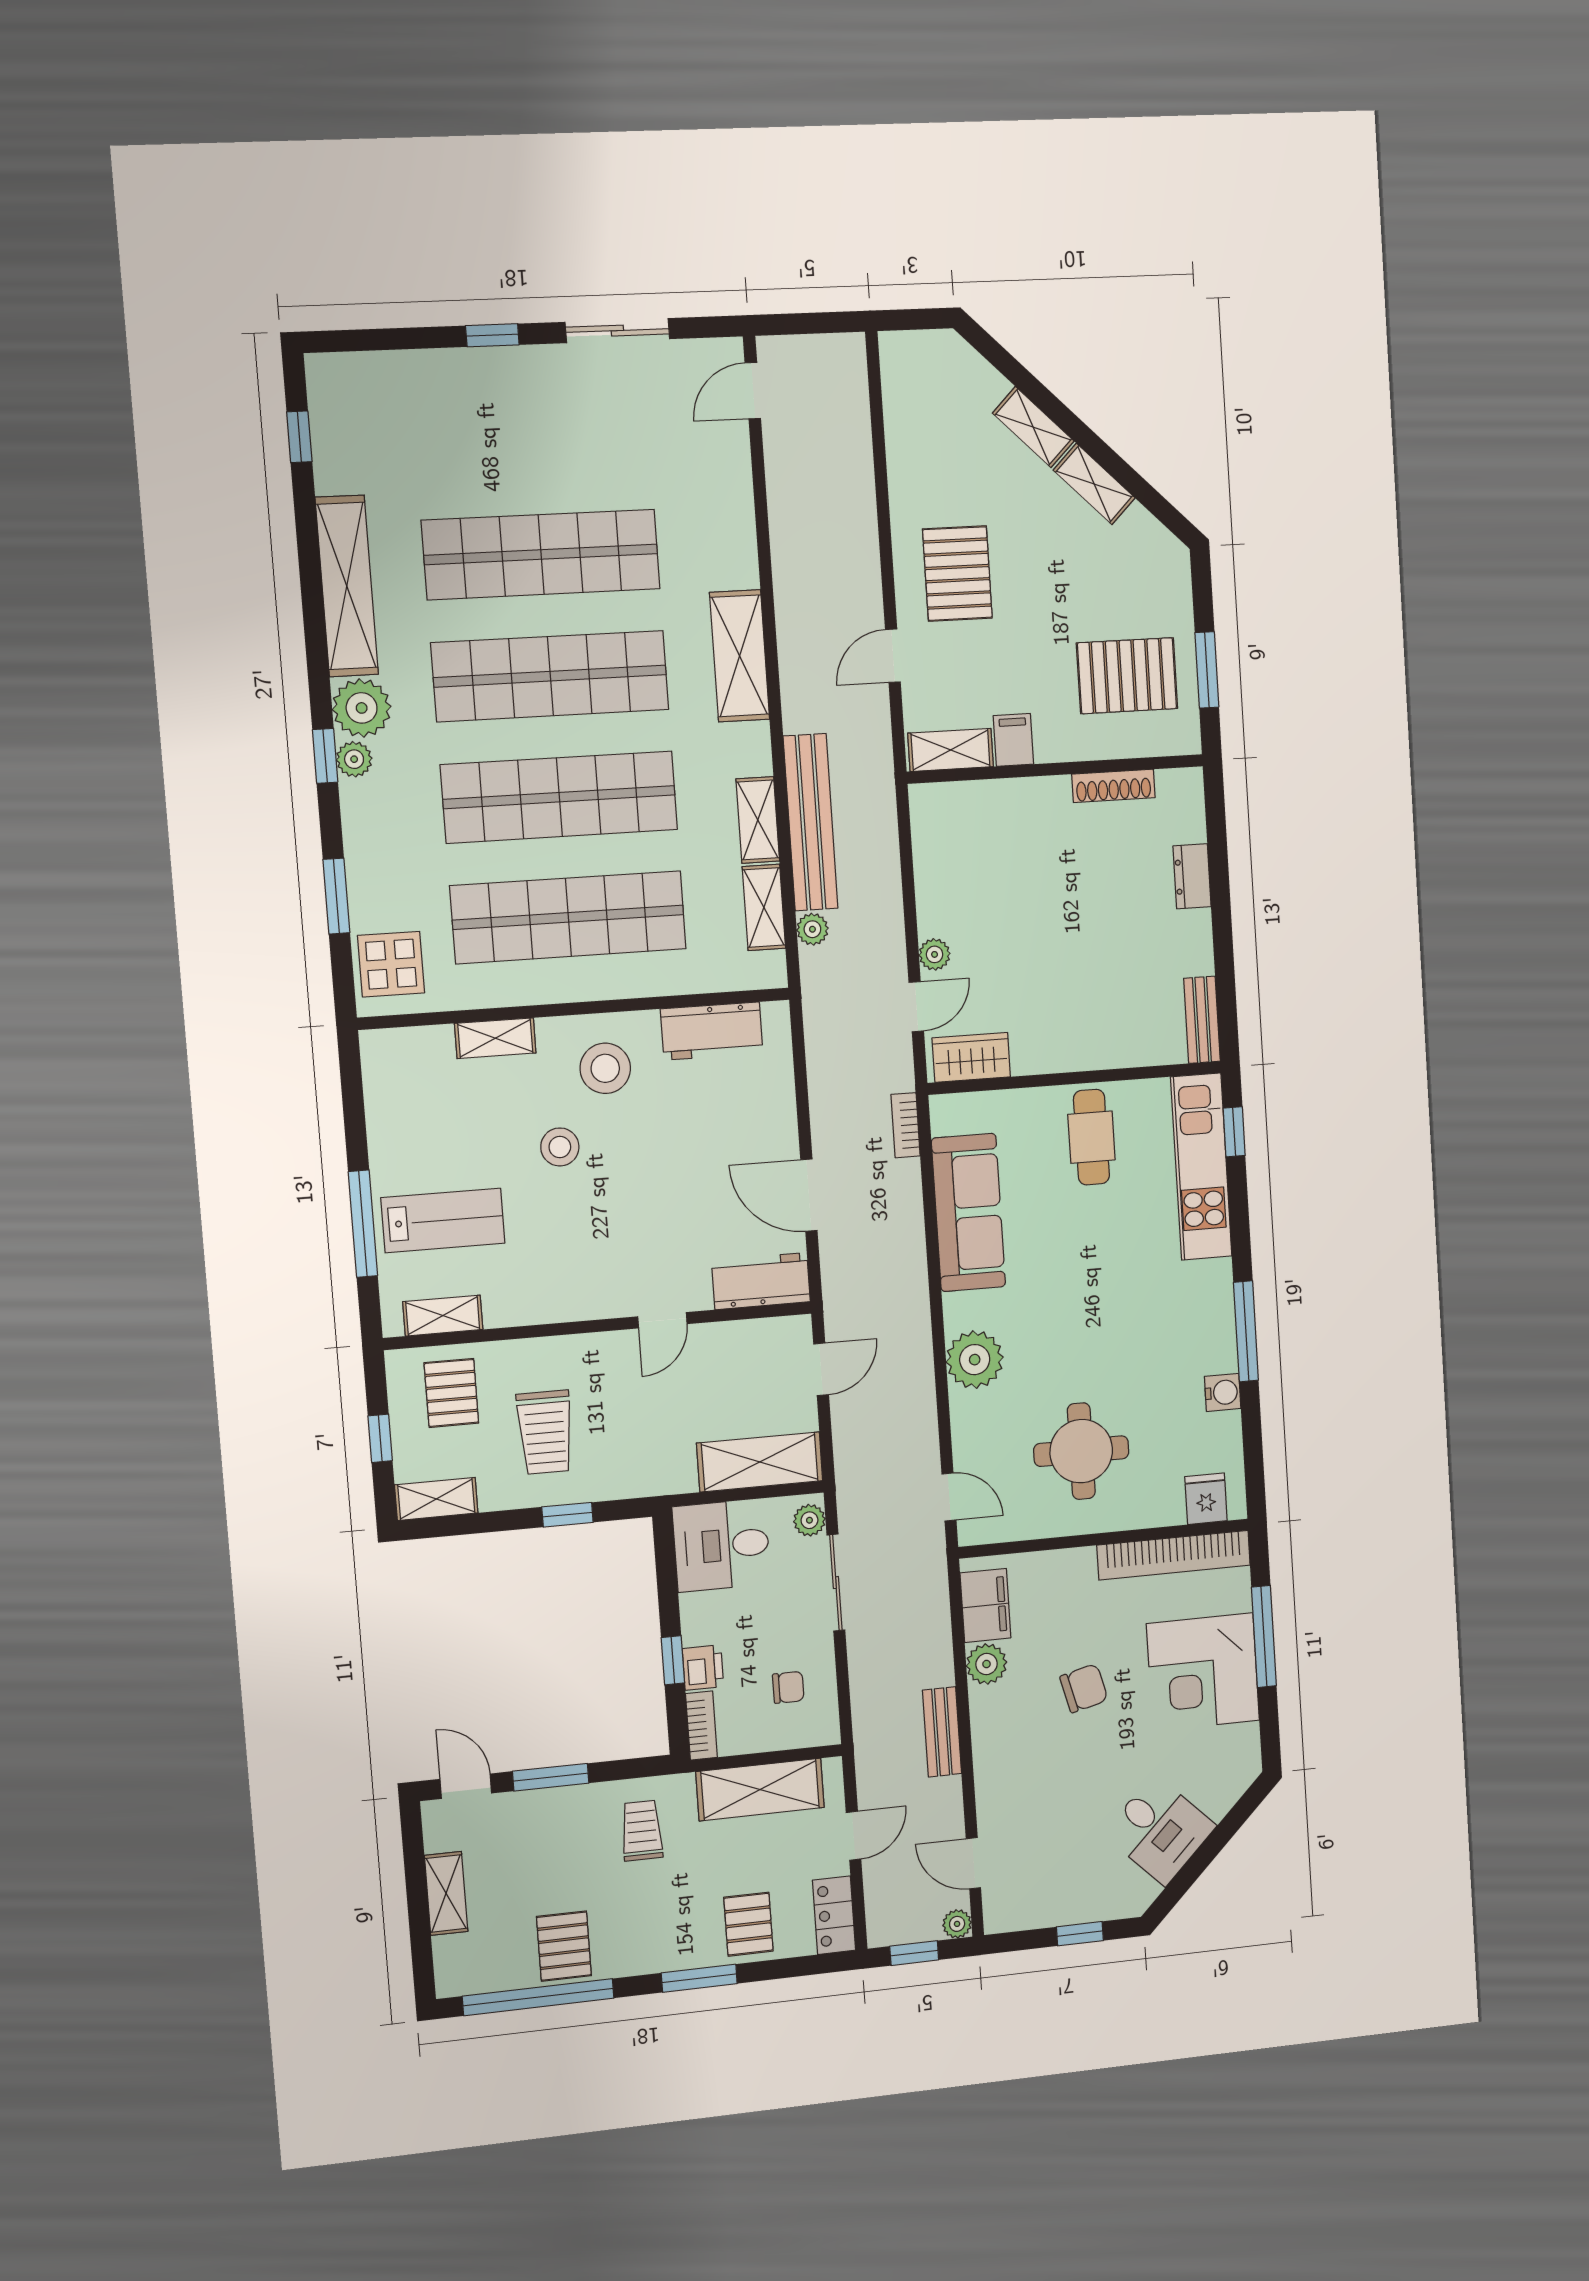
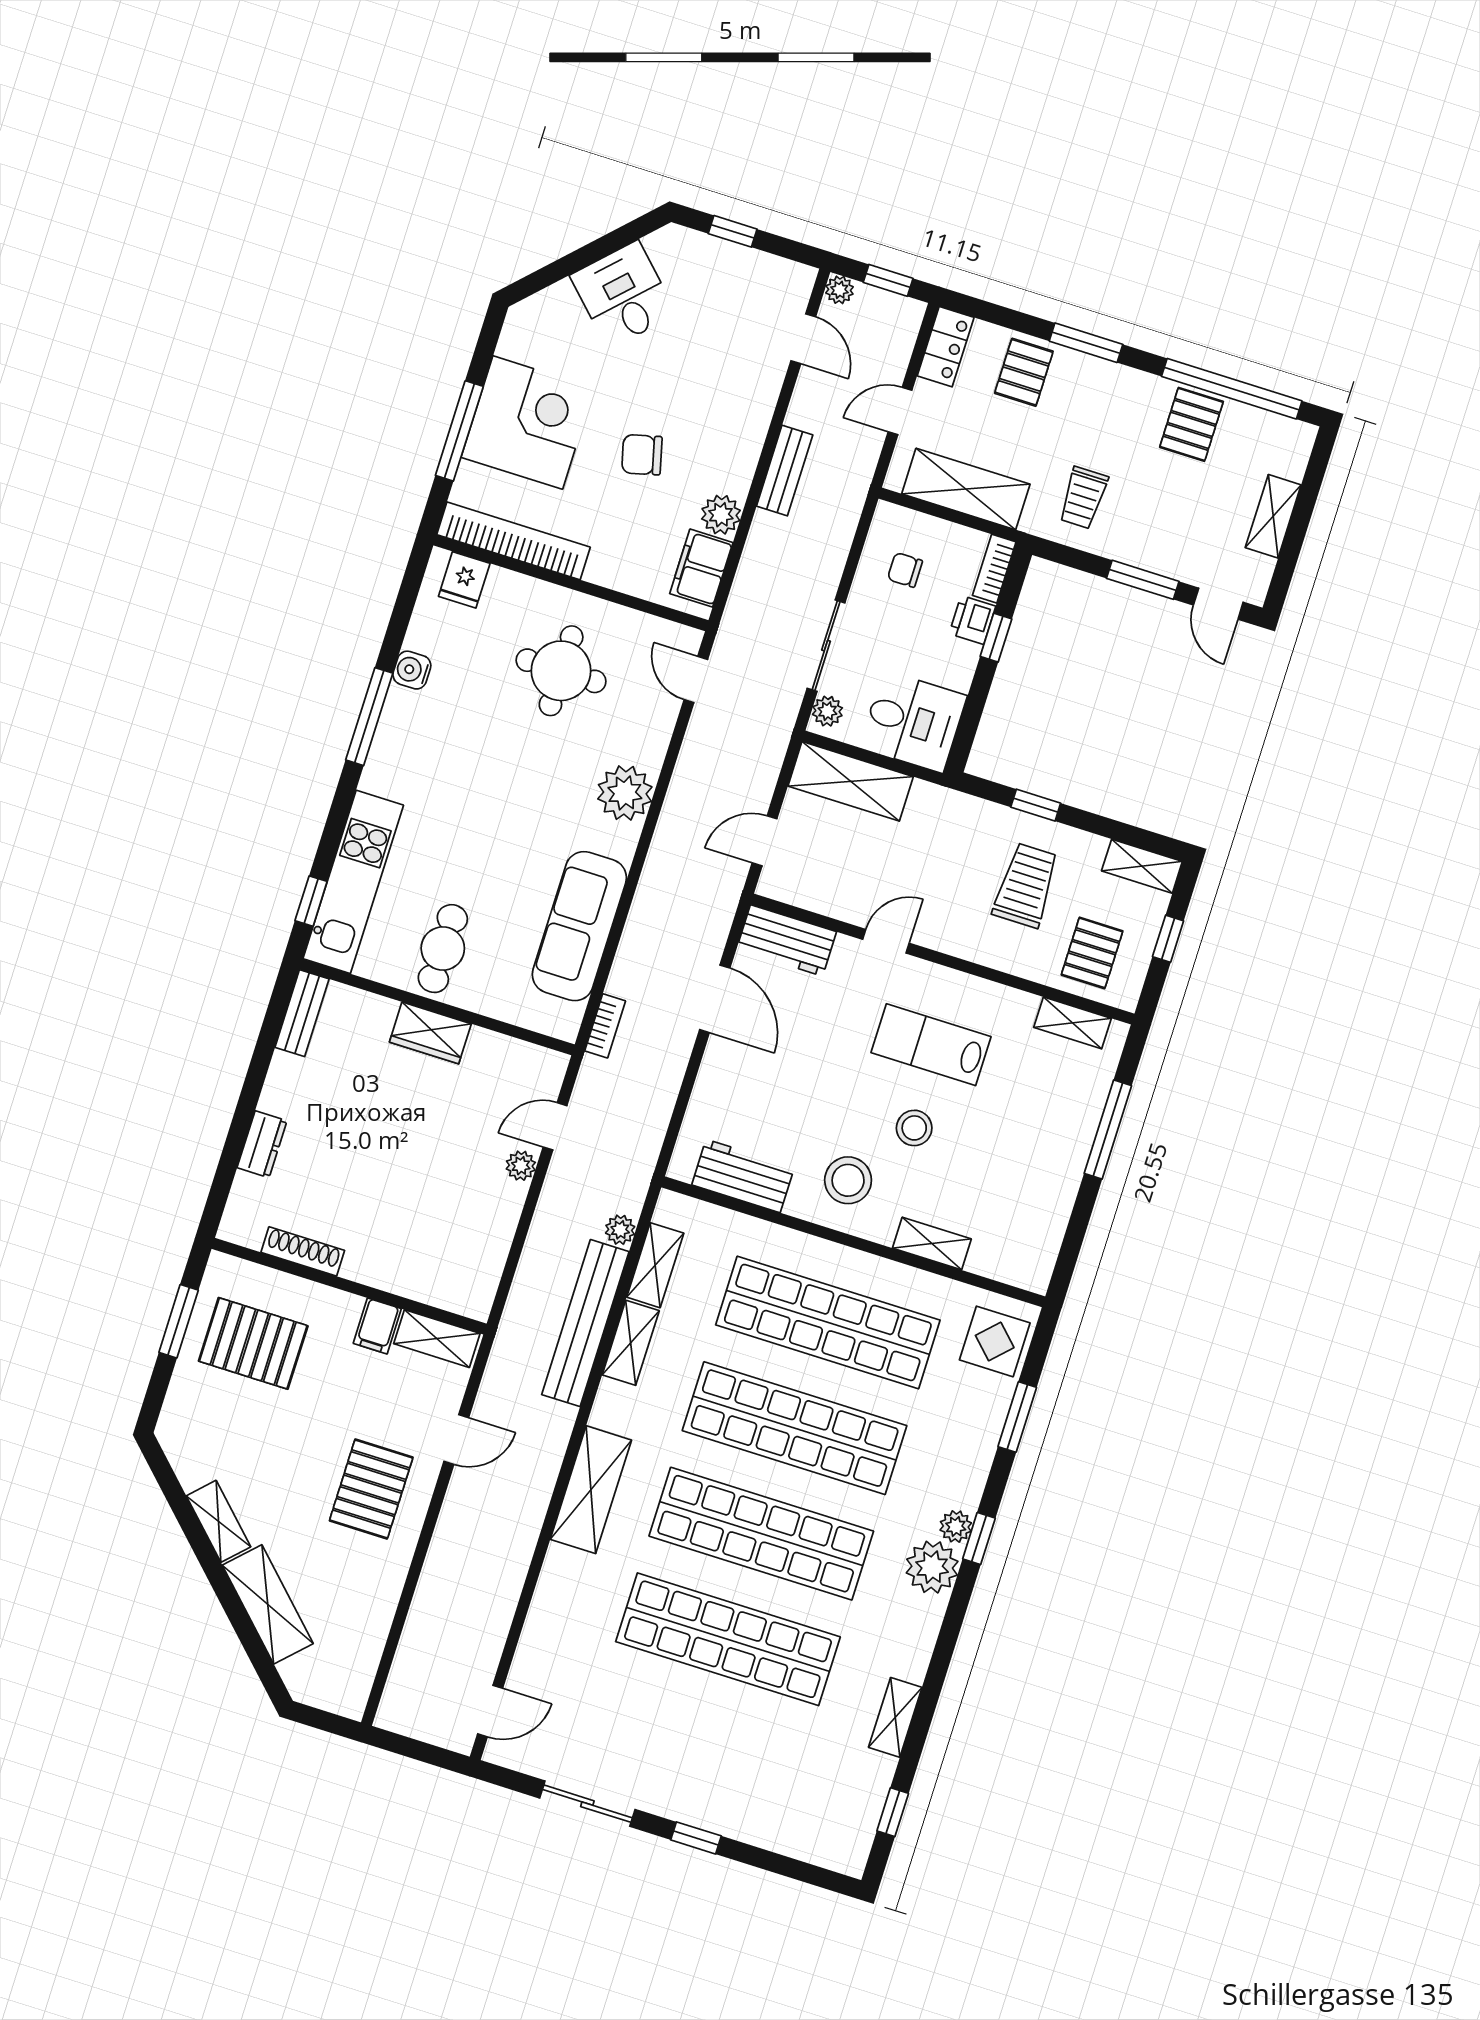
shelving: (1033, 427) -> (268, 1604), width x1.50, depth x1.33
shelving: (347, 586) -> (895, 1717), width x0.45, depth x0.75
wardrobe: (971, 1057) -> (430, 1033), moved
lab bench: (443, 1220) -> (931, 1045), moved

